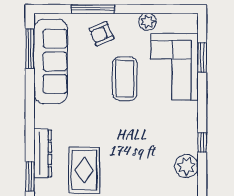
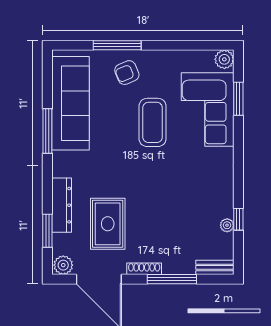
plant: (147, 22) -> (224, 59), moved
window: (30, 48) -> (47, 131), moved
window: (202, 142) -> (238, 219), moved
plant: (186, 166) -> (227, 225), width x0.53, depth x0.53

